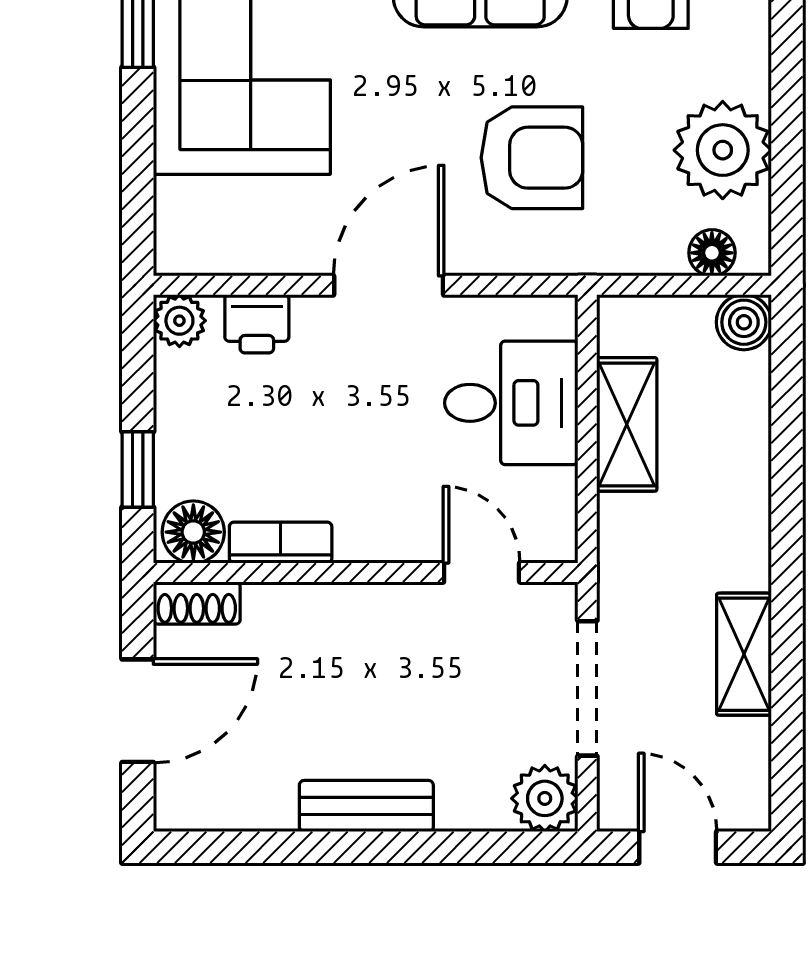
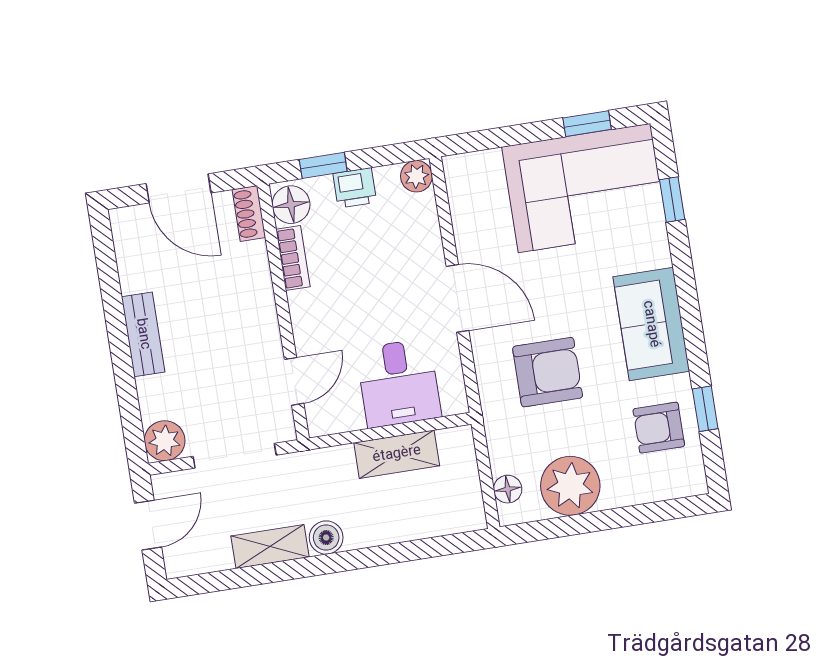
armchair: (532, 158) -> (548, 372), turned -90
boiler: (744, 322) -> (326, 538), moved
printer: (257, 324) -> (355, 188), moved, turned -90

